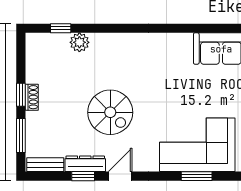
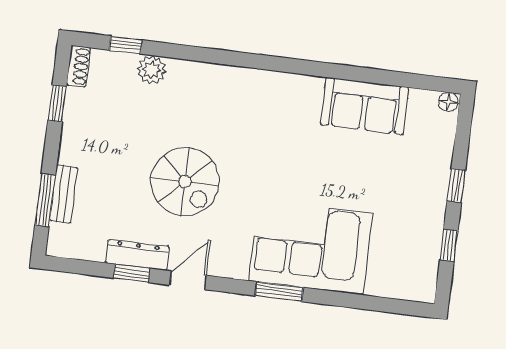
window: (21, 95) -> (57, 103), moved
shoe rack: (32, 97) -> (78, 66), moved
bench: (45, 165) -> (64, 194), moved, turned 90
window: (197, 176) -> (279, 292), moved

